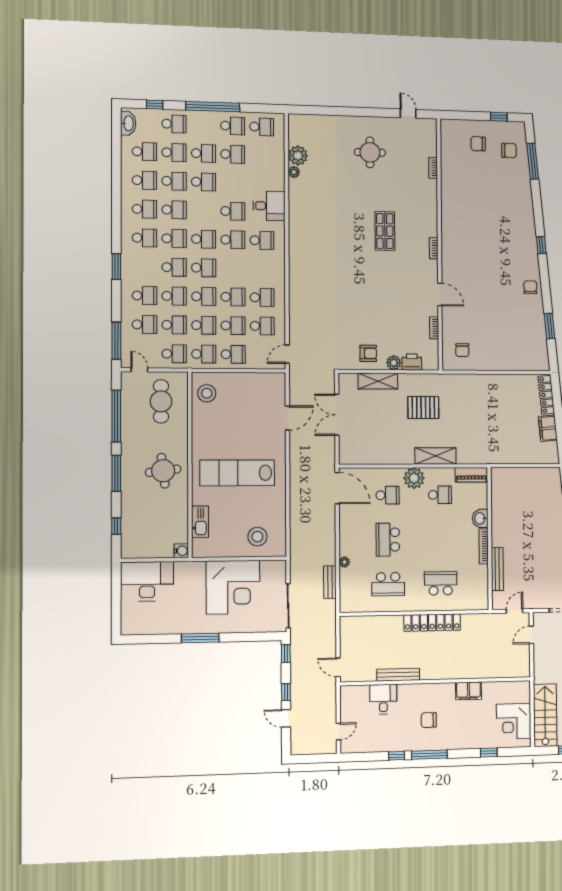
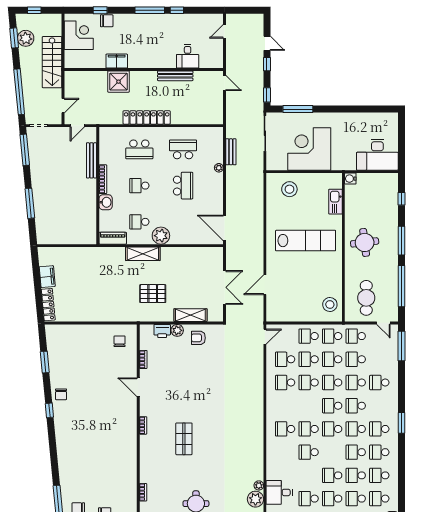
desk: (269, 206) -> (279, 492), moved
window: (541, 245) -> (49, 410), moved
window: (116, 267) -> (401, 423), moved
school desk: (144, 325) -> (379, 359), removed
school desk: (388, 495) -> (139, 186), moved
window: (200, 638) -> (298, 109), moved
shower: (466, 666) -> (119, 82), added
stairs: (545, 715) -> (52, 62), moved
chair: (429, 720) -> (107, 21), moved

